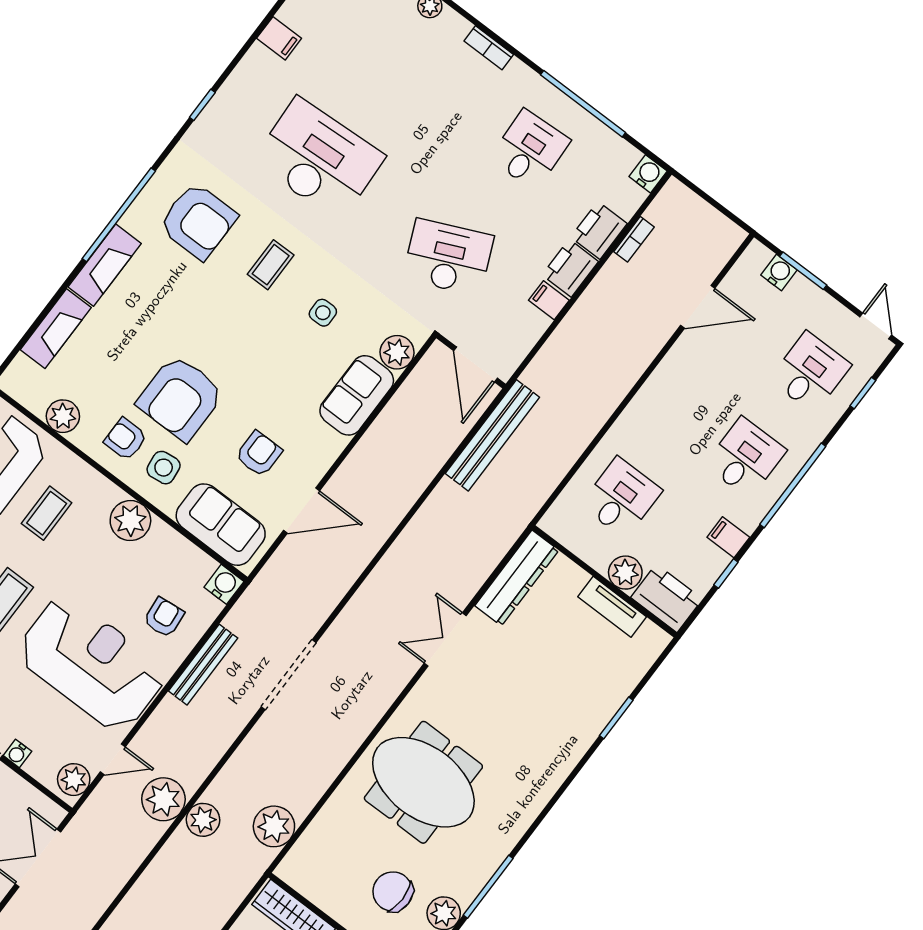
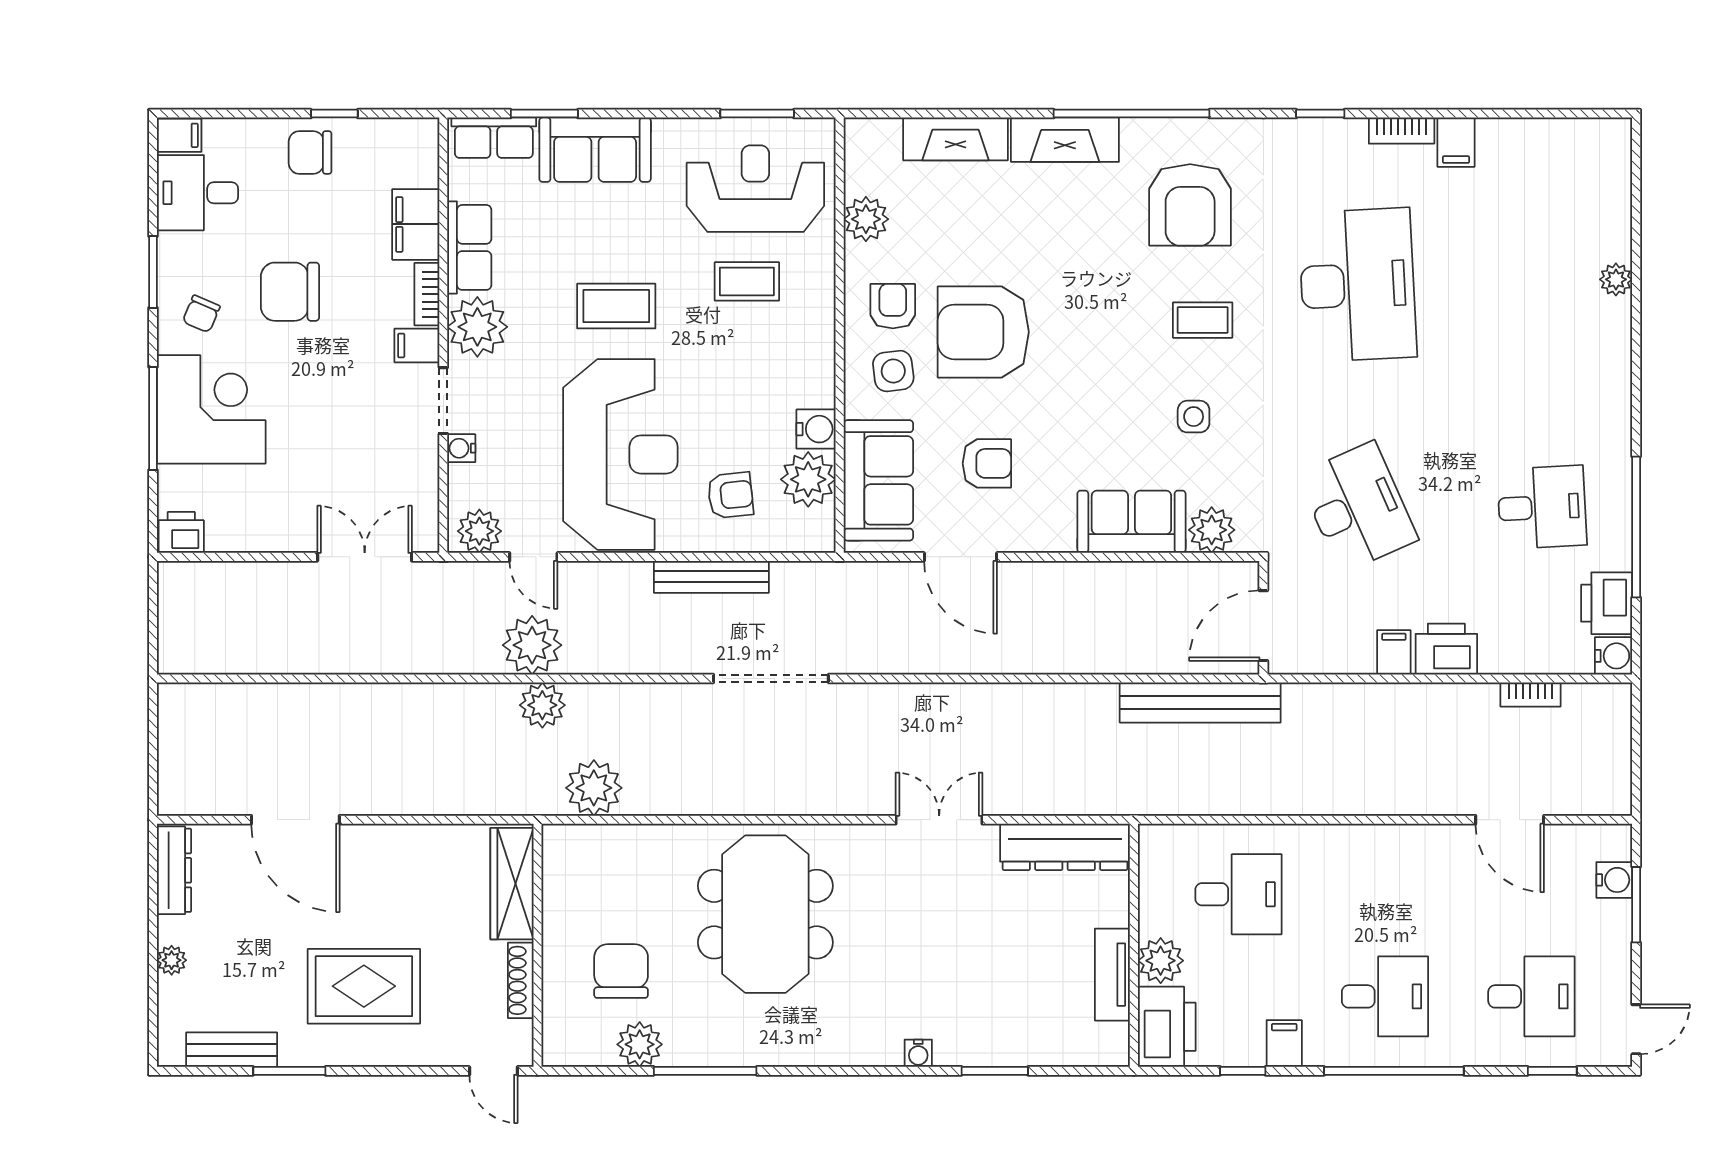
bookcase: (489, 48) -> (1402, 131), moved, turned -90
printer: (599, 230) -> (1607, 603), moved, turned -90
plant: (130, 521) -> (808, 479), moved
water cooler: (224, 584) -> (816, 429), moved
water cooler: (572, 755) -> (918, 1053), added

